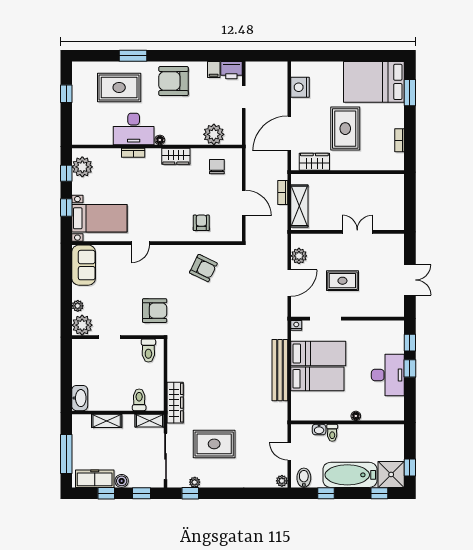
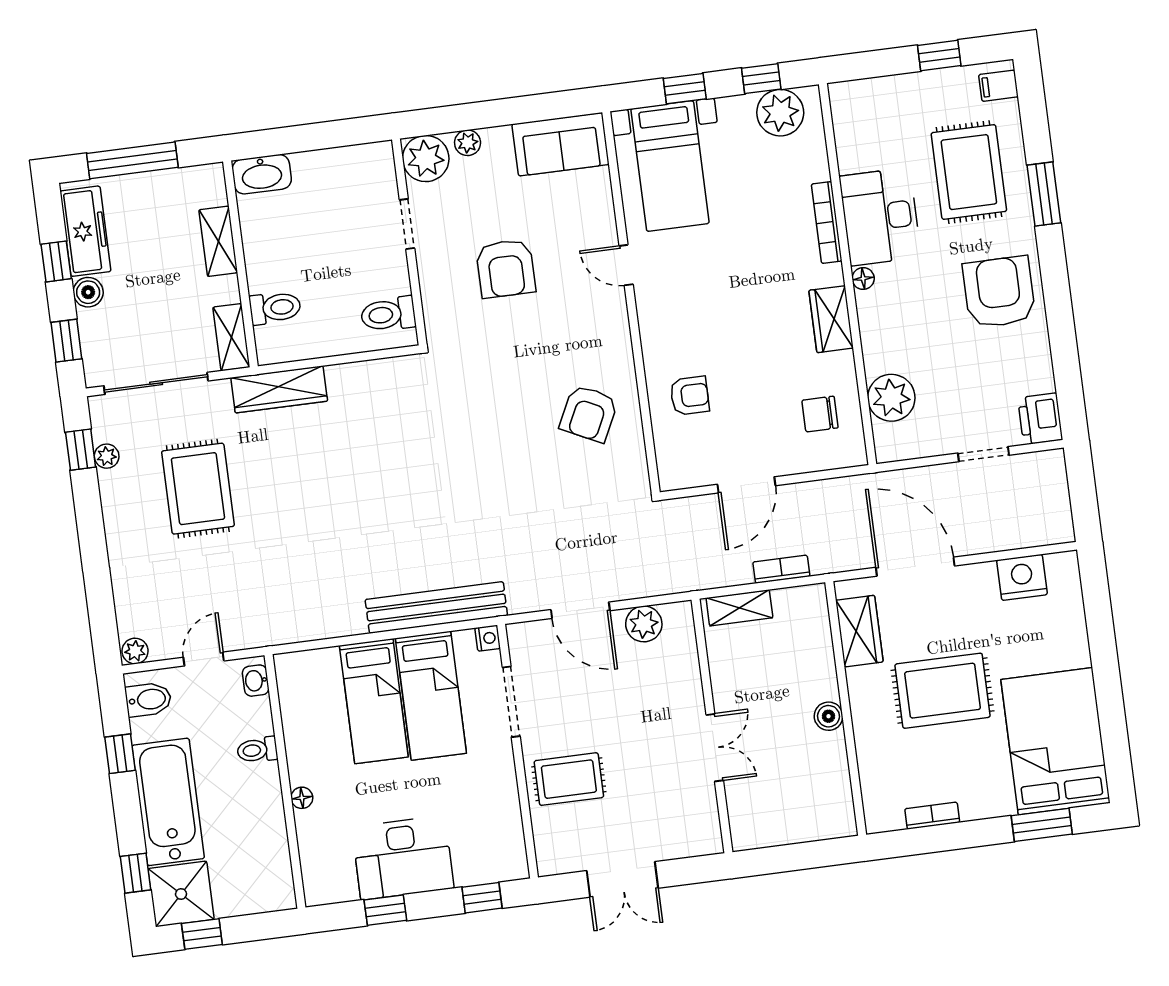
filing cabinet: (214, 70) -> (998, 86), moved
bookcase: (133, 153) -> (827, 223), width x1.56
chair: (217, 167) -> (820, 414), turned 180
boiler: (350, 180) -> (828, 716), added
shelving: (299, 206) -> (739, 608), width x0.67, depth x0.75
rug: (342, 281) -> (569, 779), moved, turned 90
armchair: (155, 311) -> (506, 268), moved
window: (410, 368) -> (385, 910), moved
bench: (280, 370) -> (436, 608), moved
washbasin: (319, 430) -> (256, 681), moved

